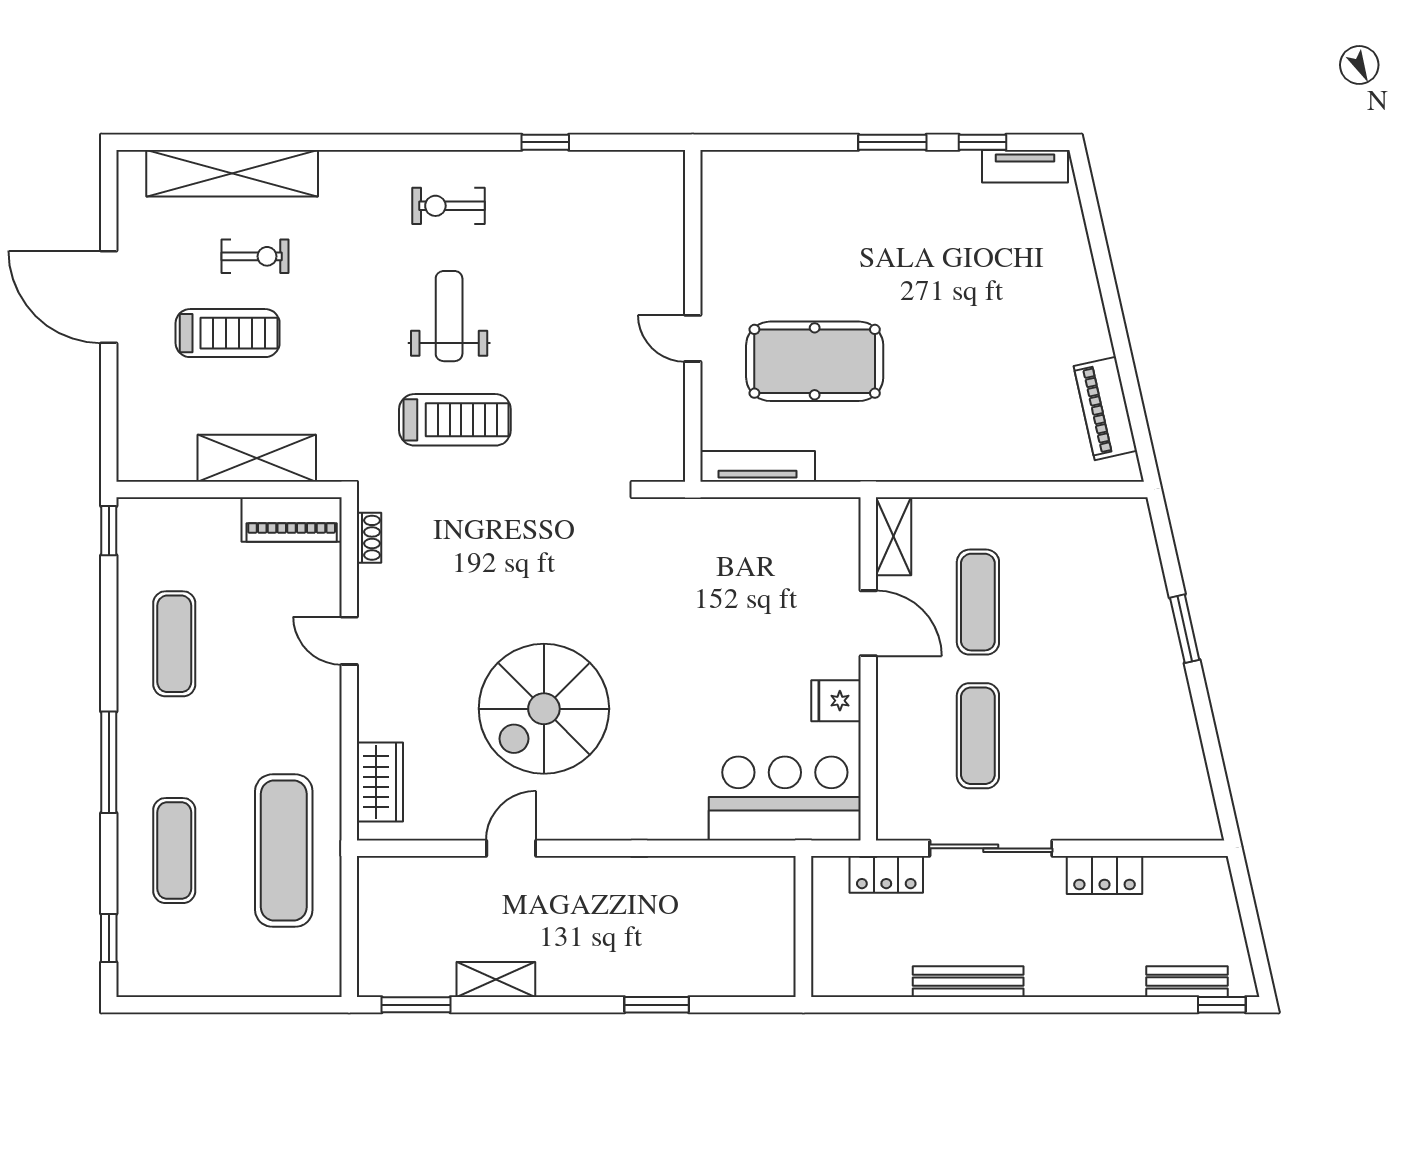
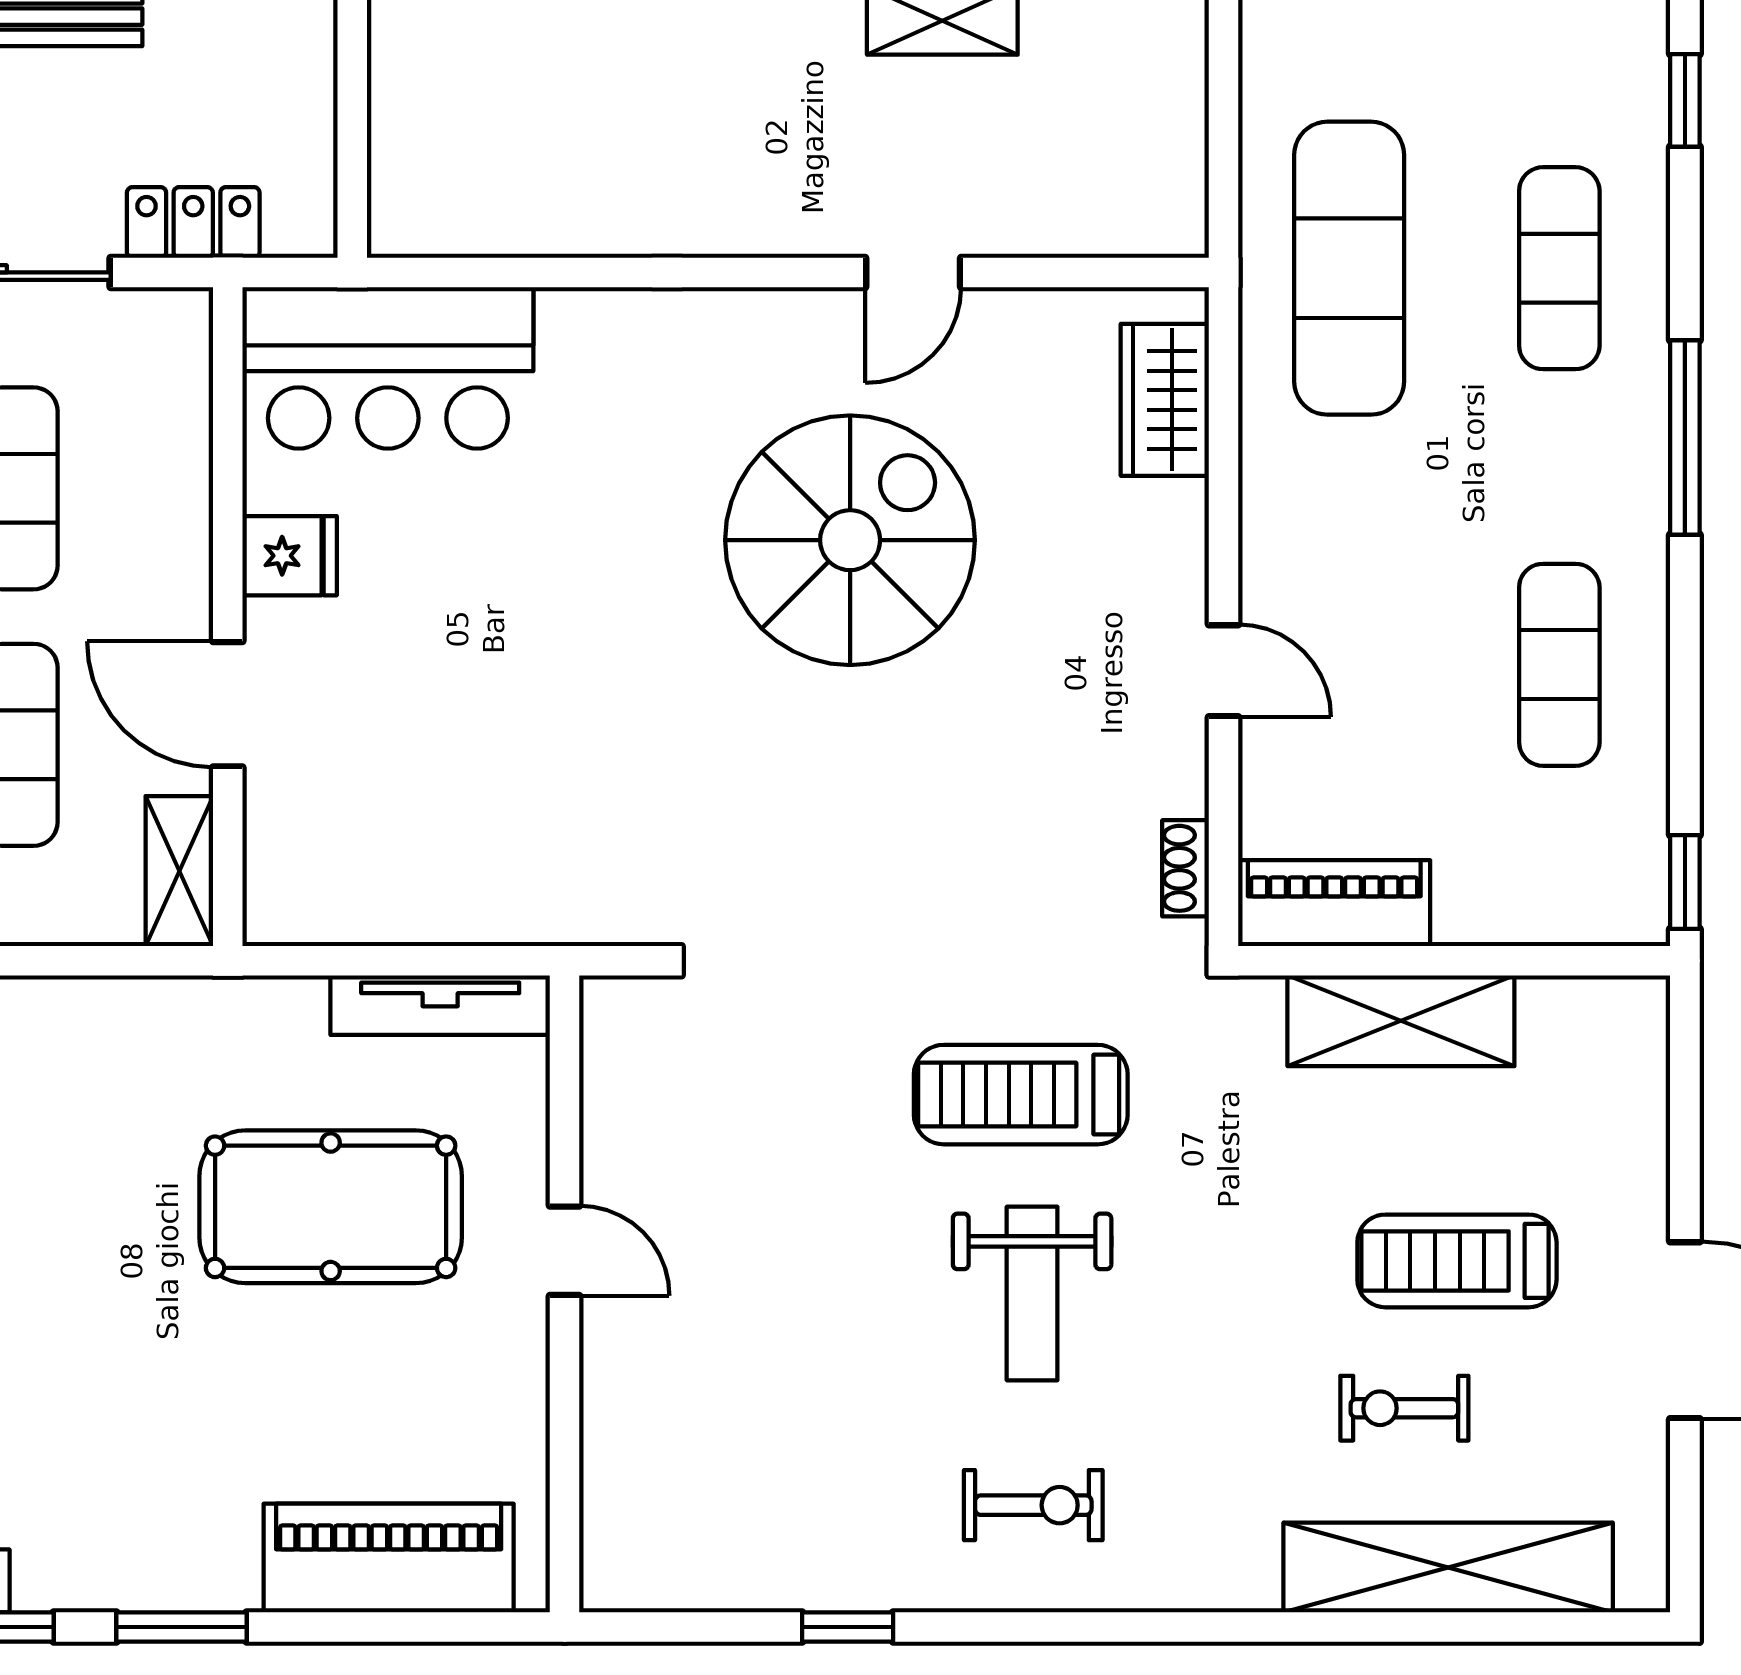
piano: (784, 178) -> (389, 1558), added

